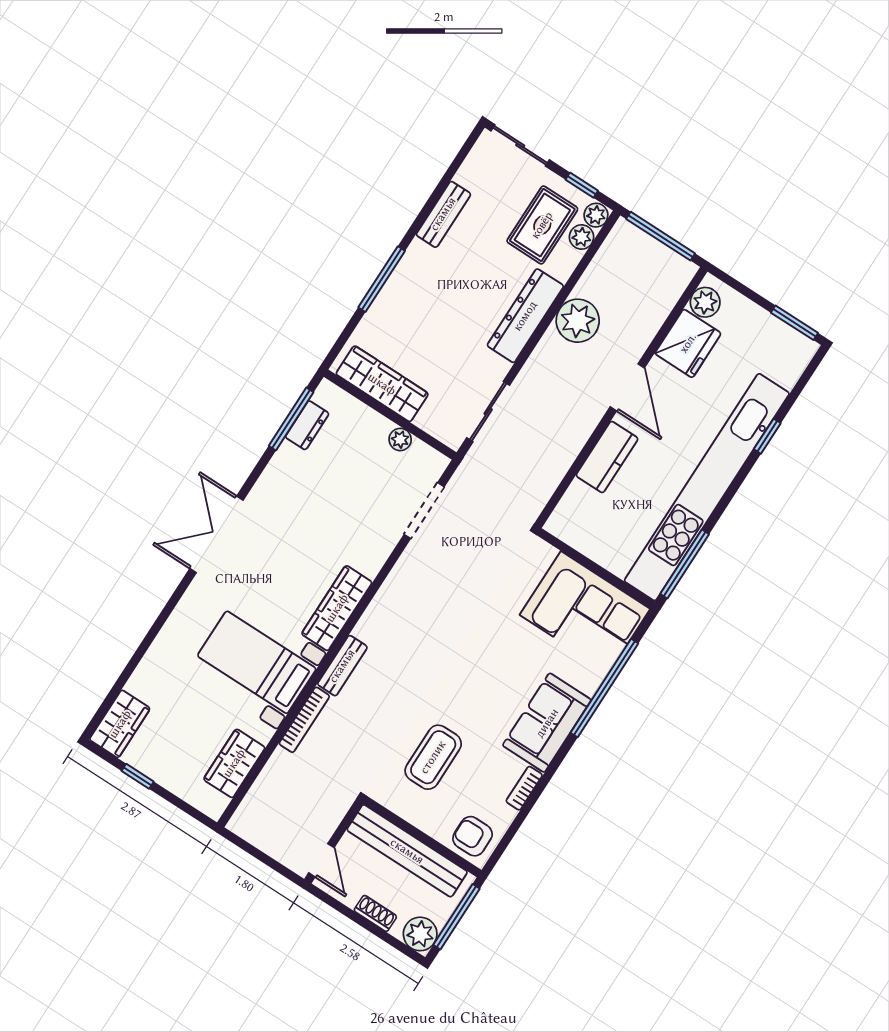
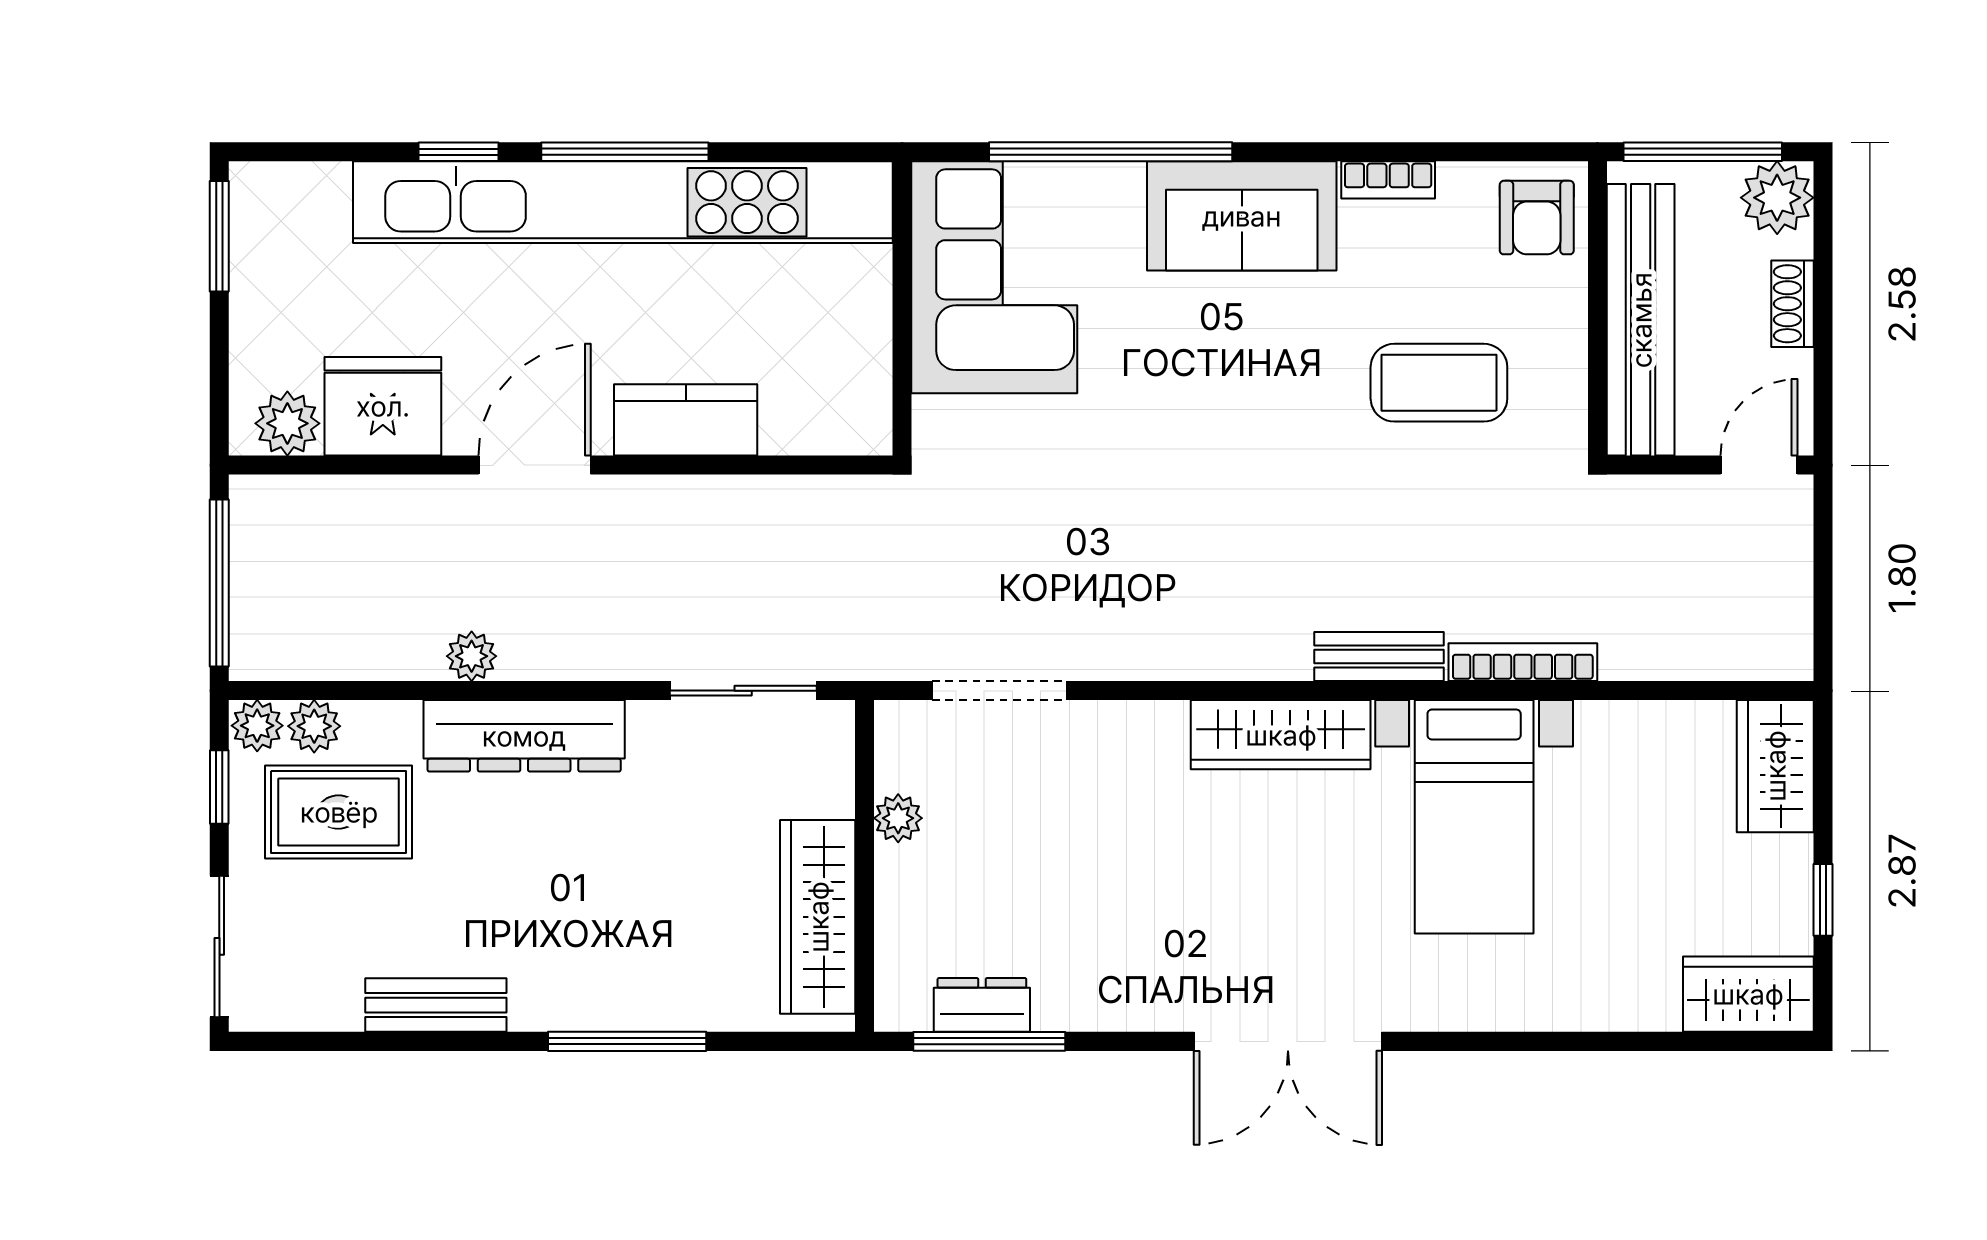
plant: (578, 321) -> (472, 656), width x0.53, depth x0.53
window: (685, 564) -> (625, 152), moved
wardrobe: (234, 763) -> (1775, 766), moved, turned 90

